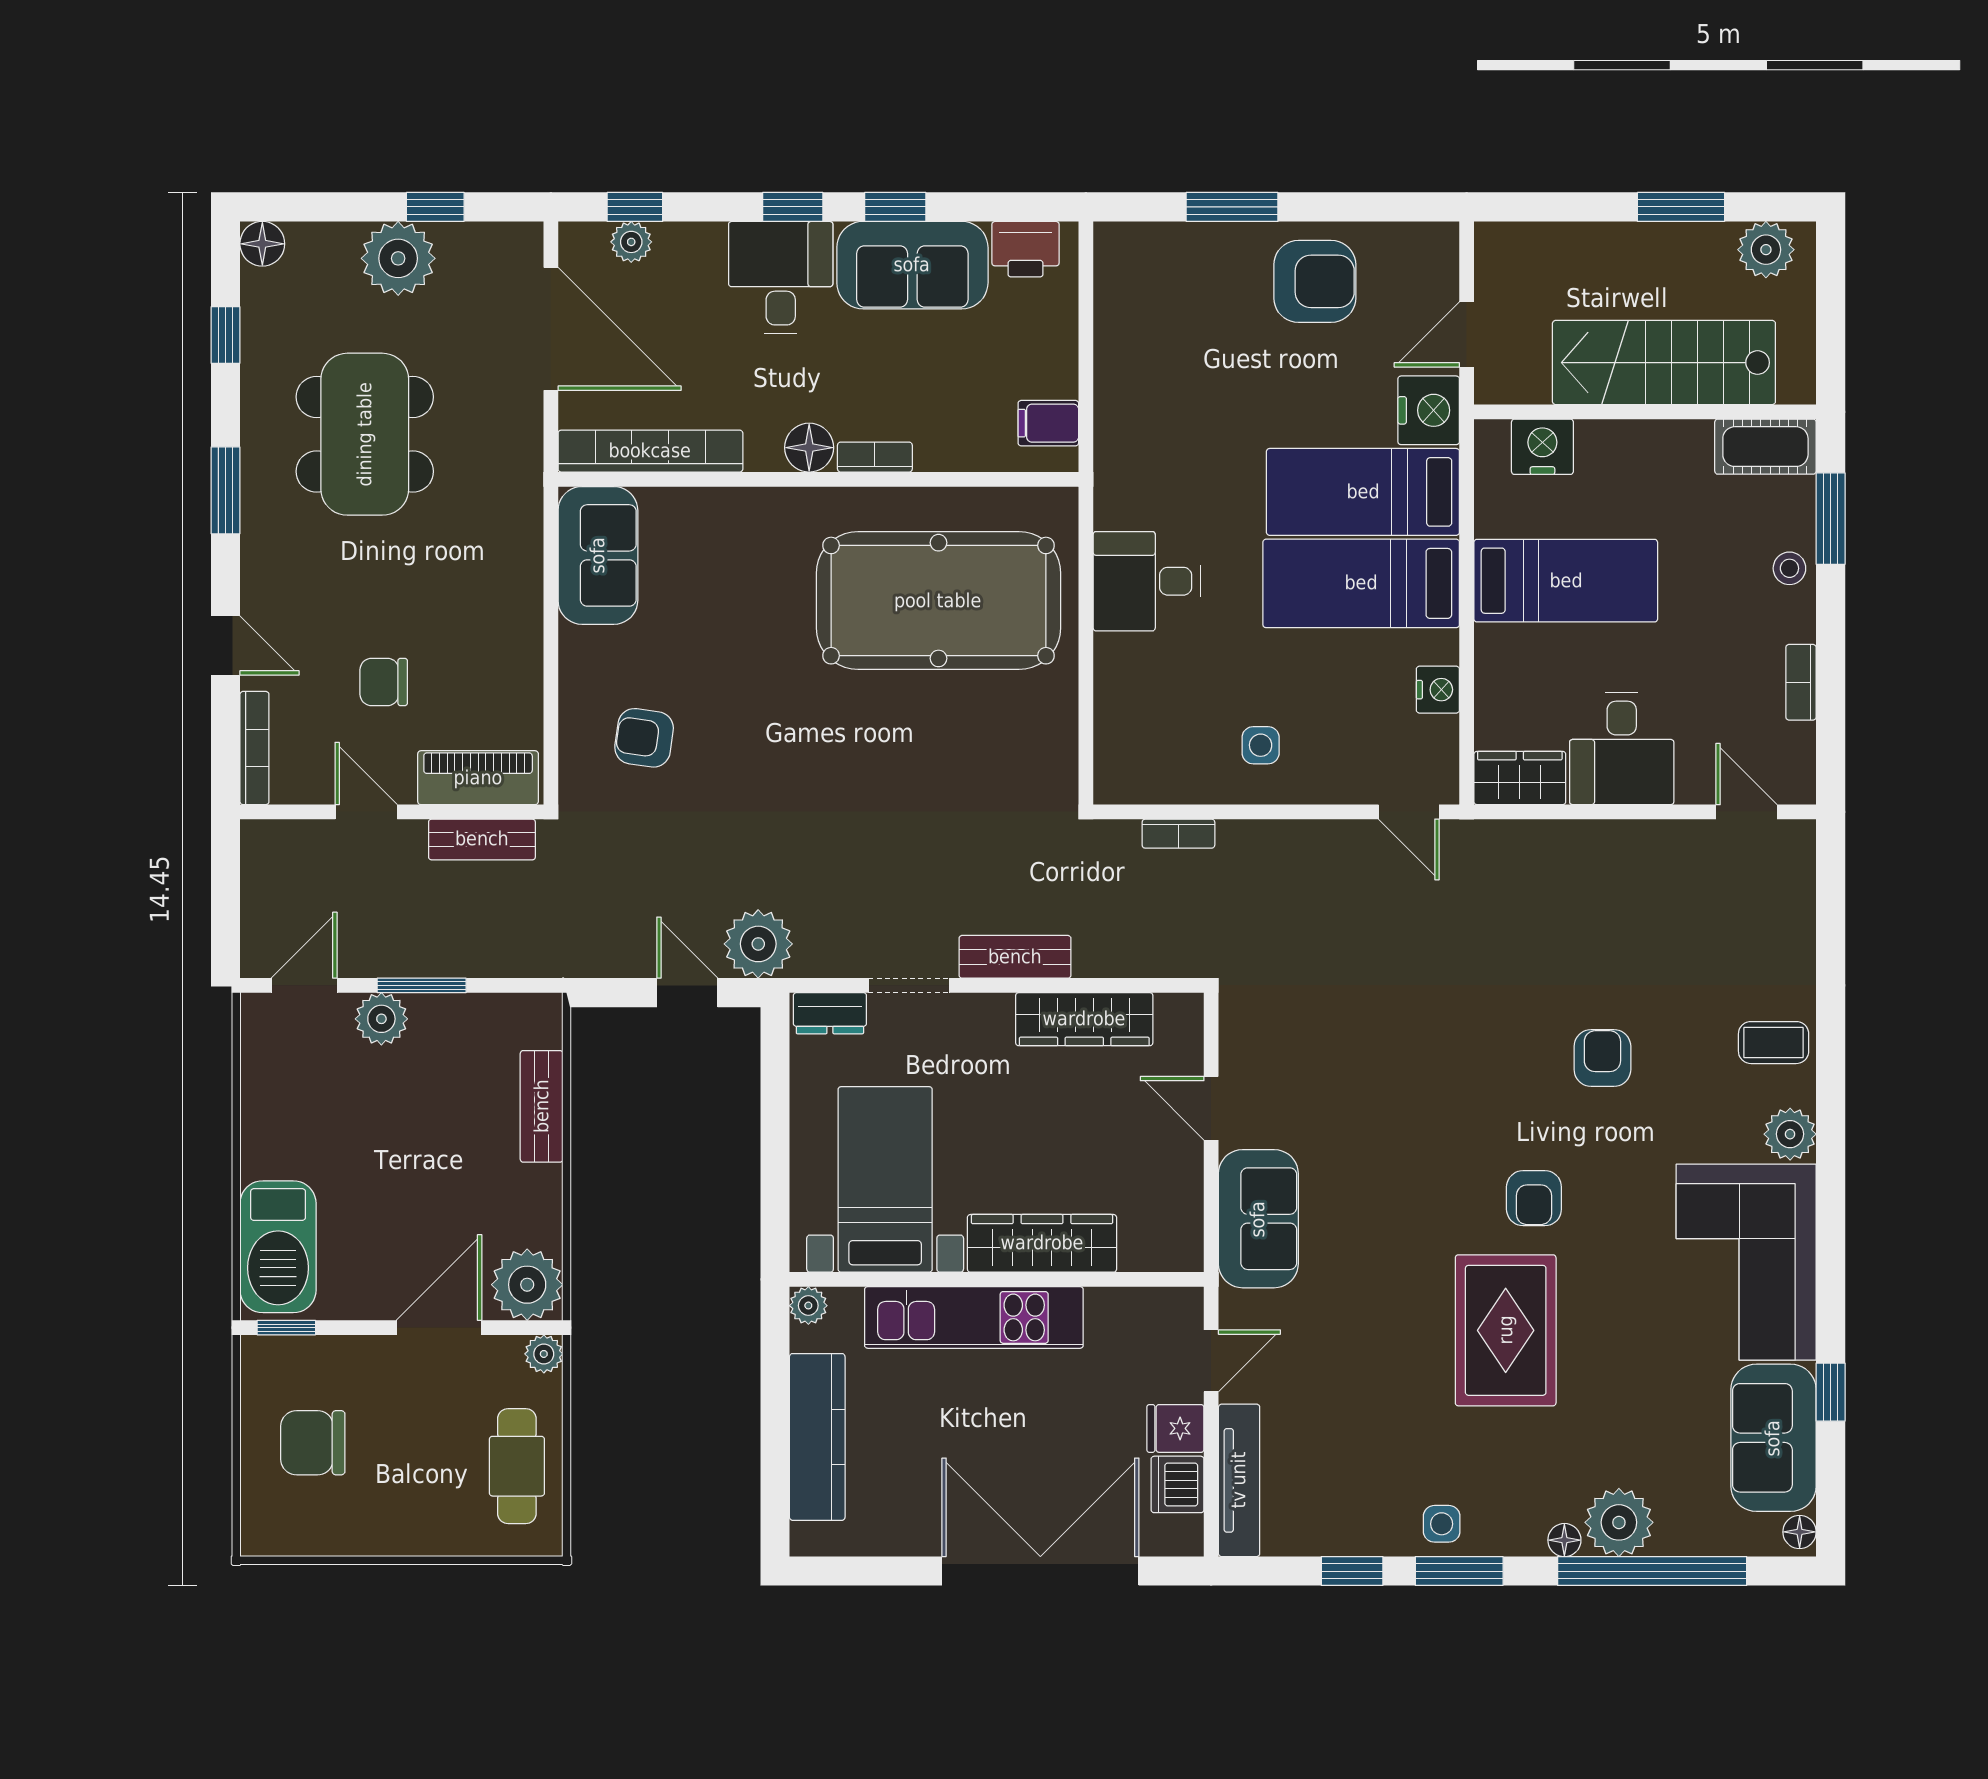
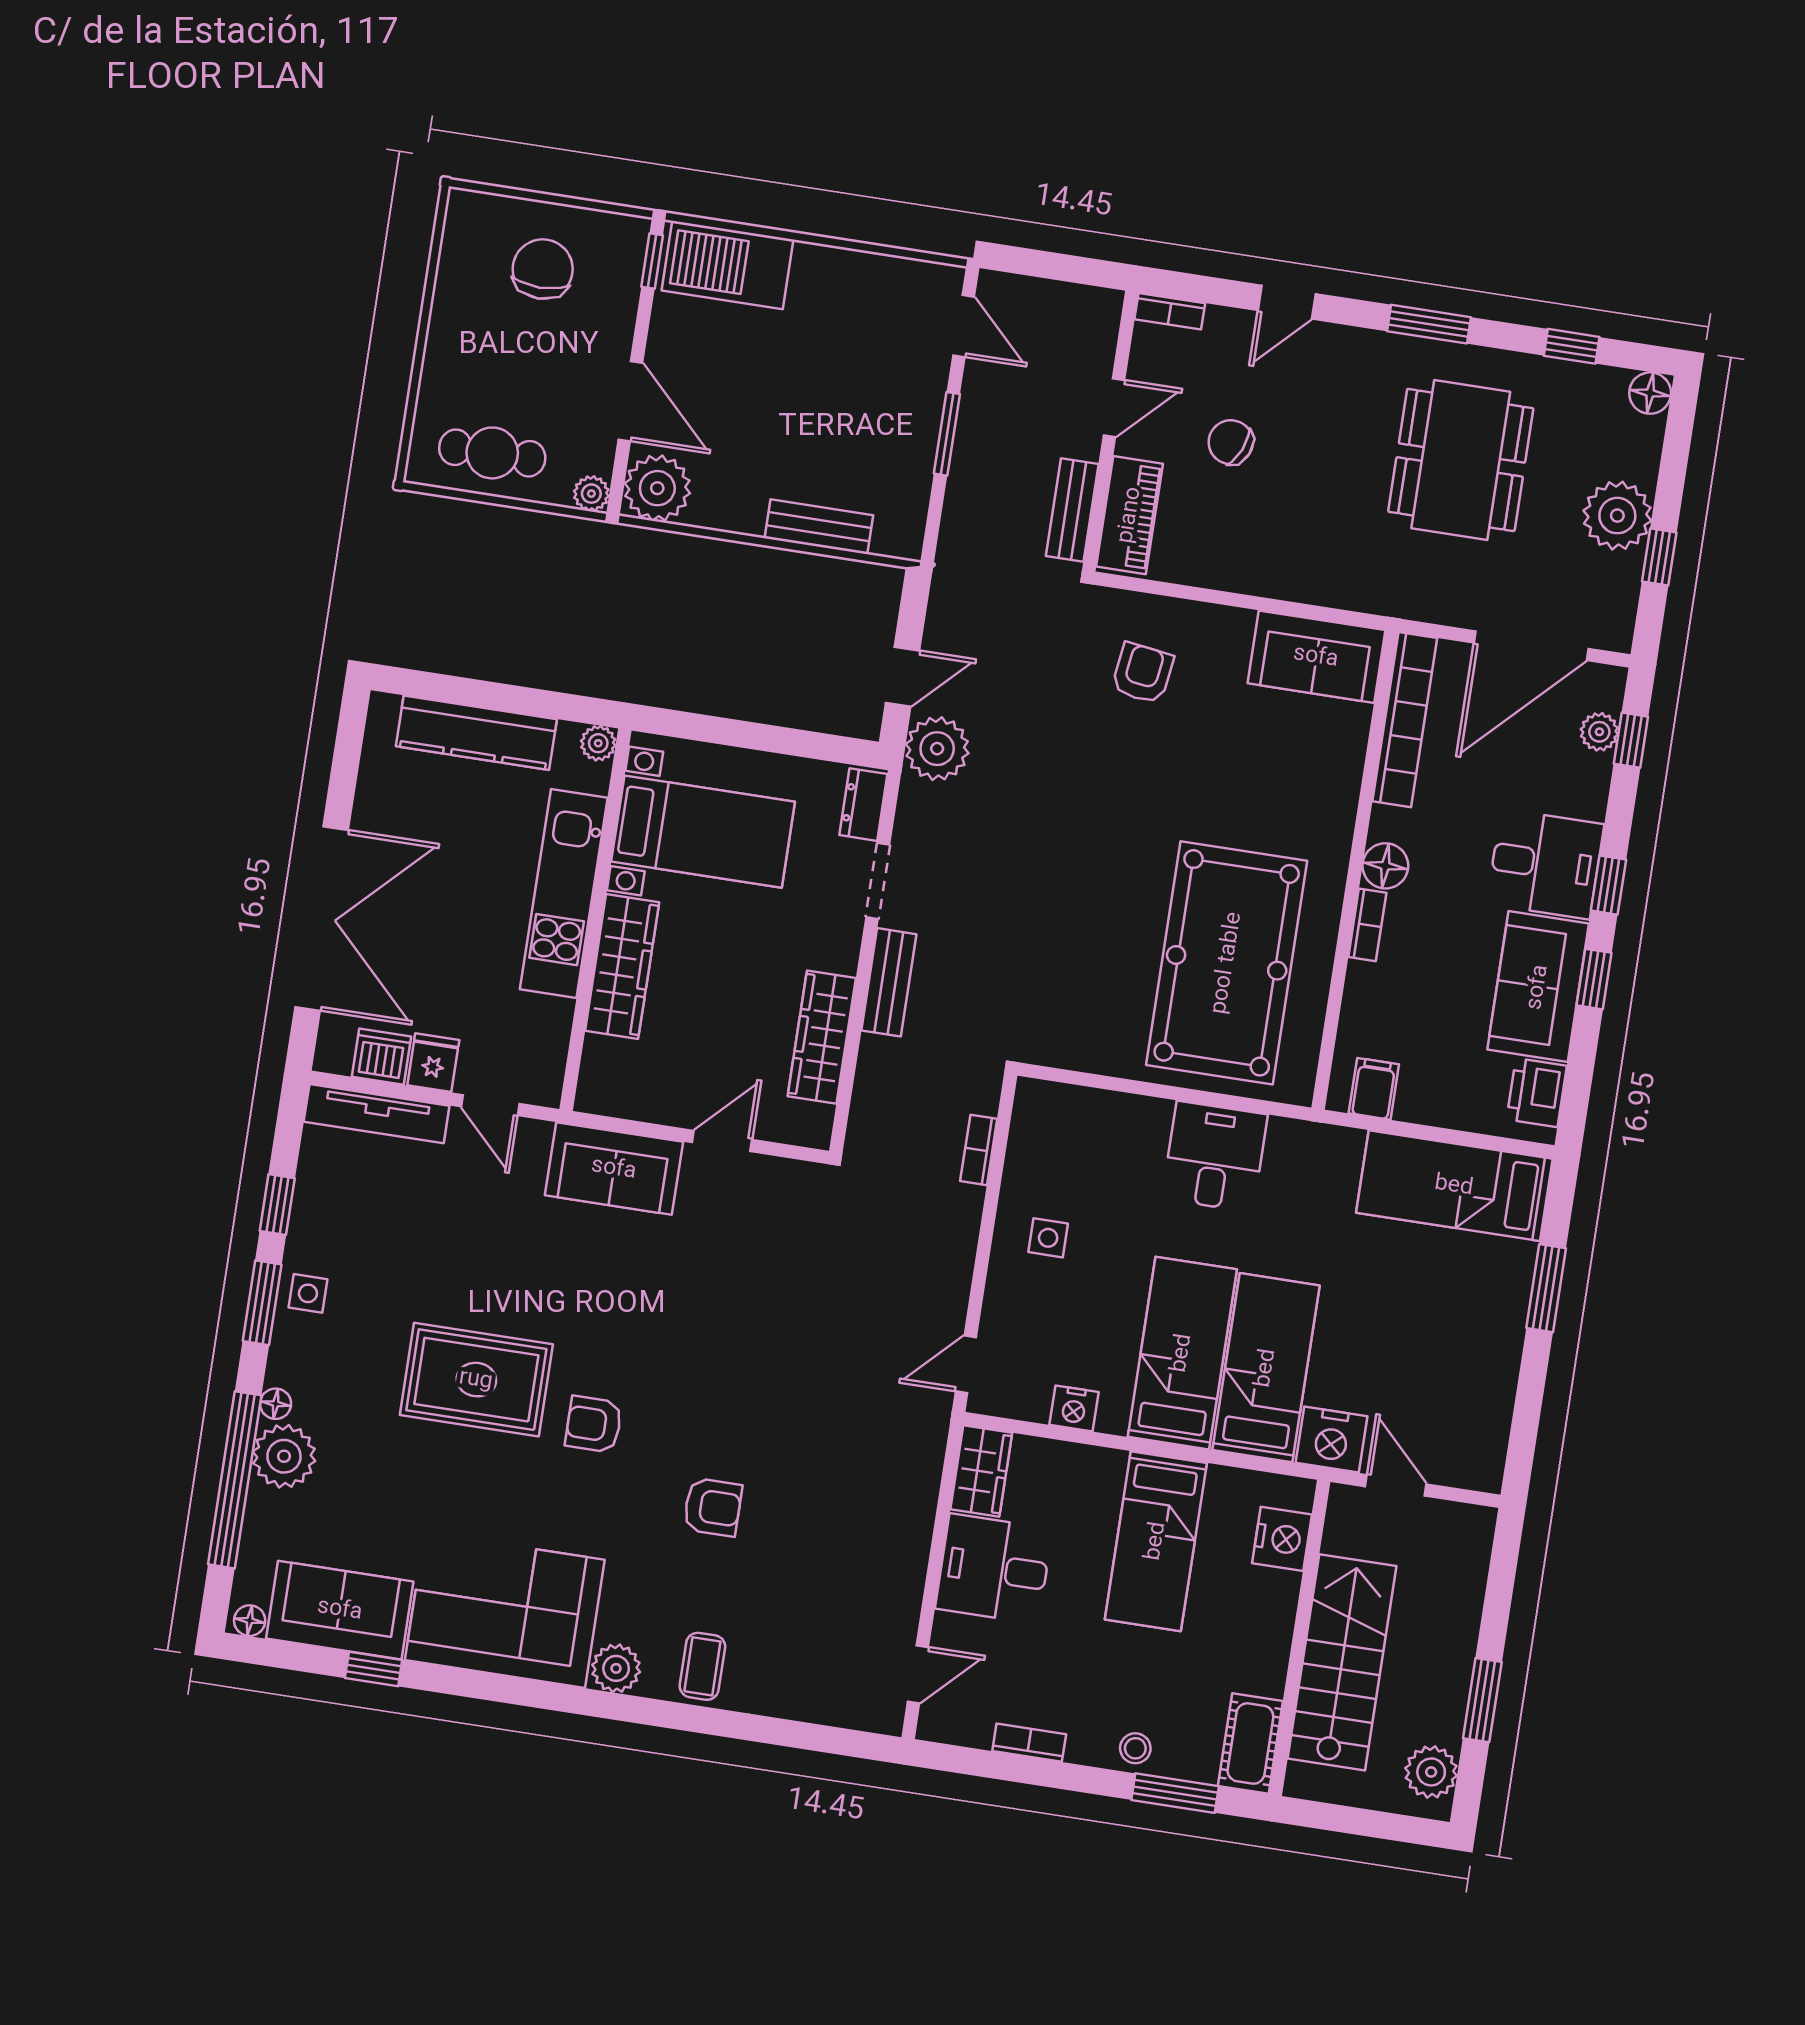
armchair: (1315, 281) -> (1466, 1353), removed
bed: (1138, 321) -> (1454, 1186), added
dining table: (365, 434) -> (1461, 460), turned 90
chair: (384, 682) -> (1231, 442), turned -67
bookcase: (254, 748) -> (1170, 311), width x0.64
plant: (381, 1019) -> (922, 392), removed

